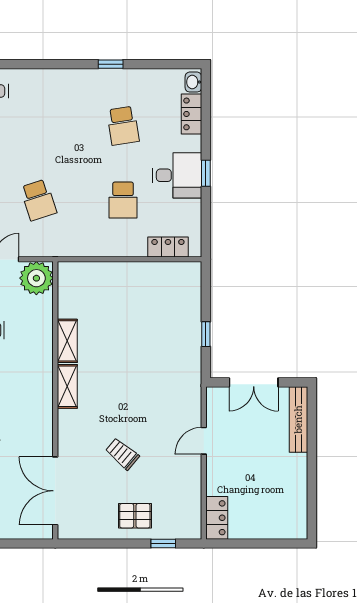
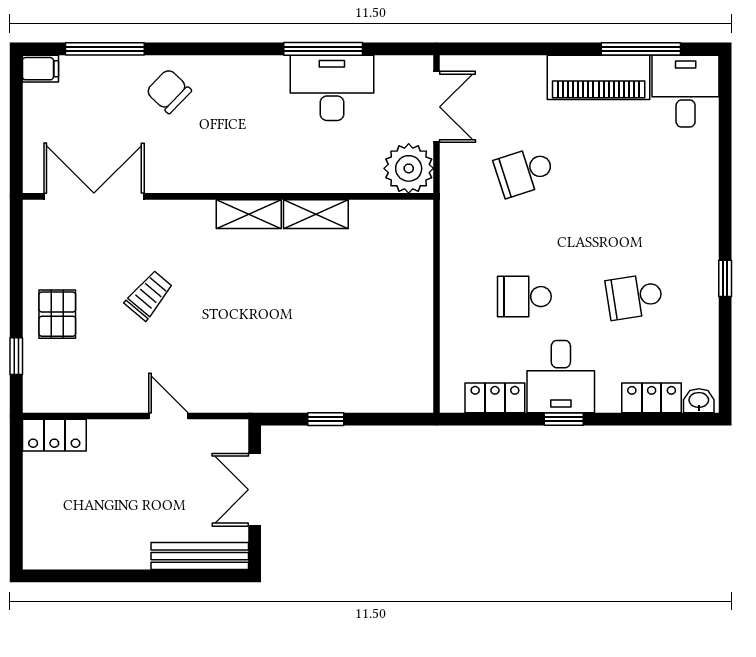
locker: (168, 247) -> (495, 398), moved, turned -90

